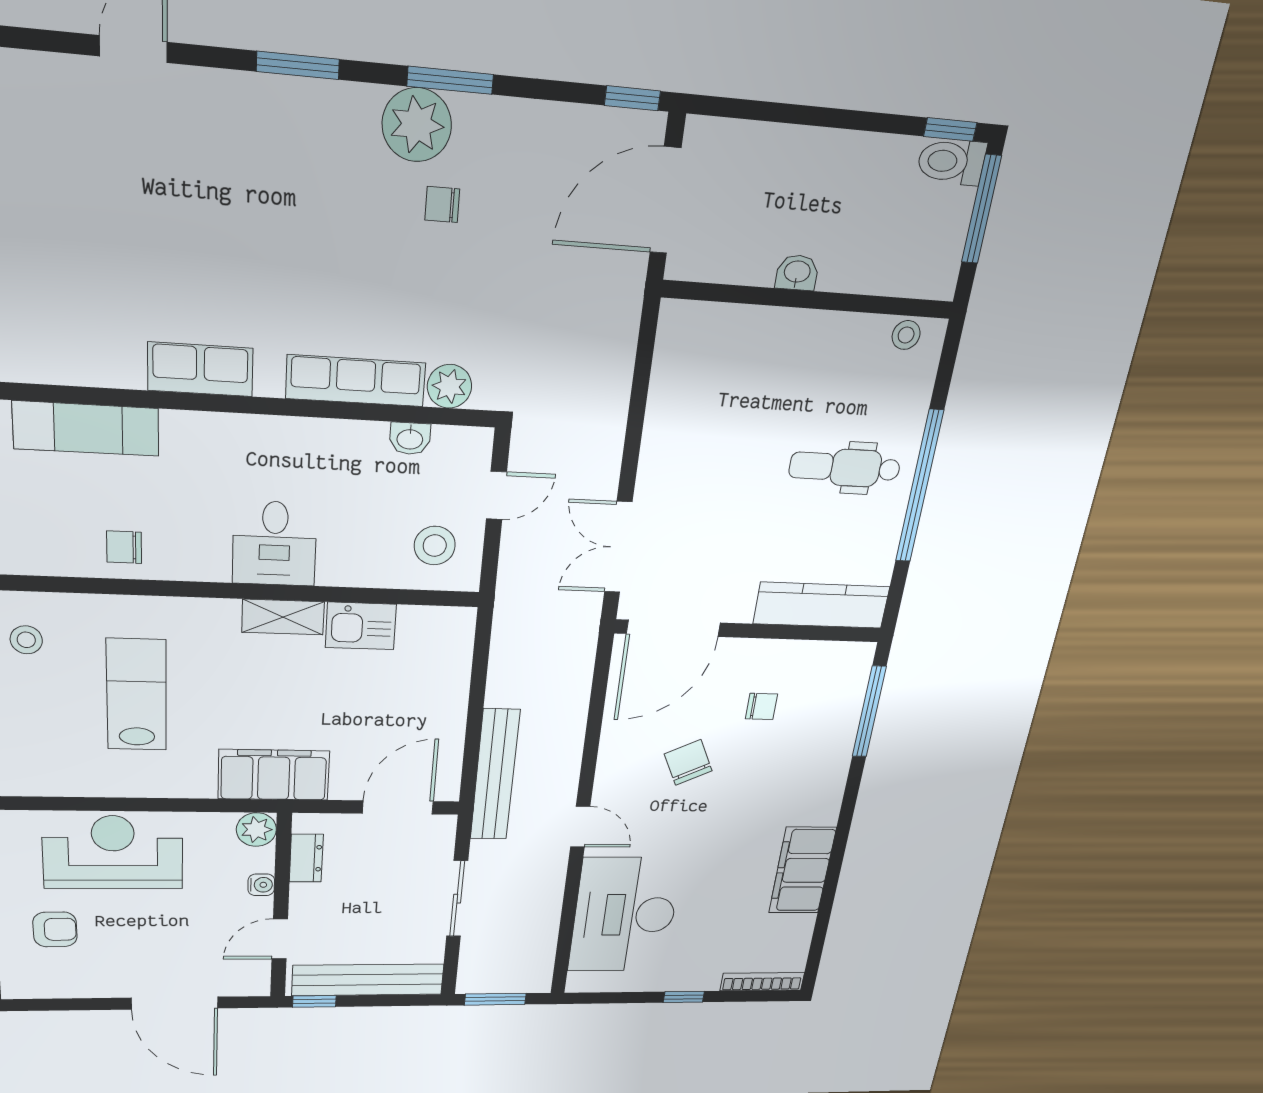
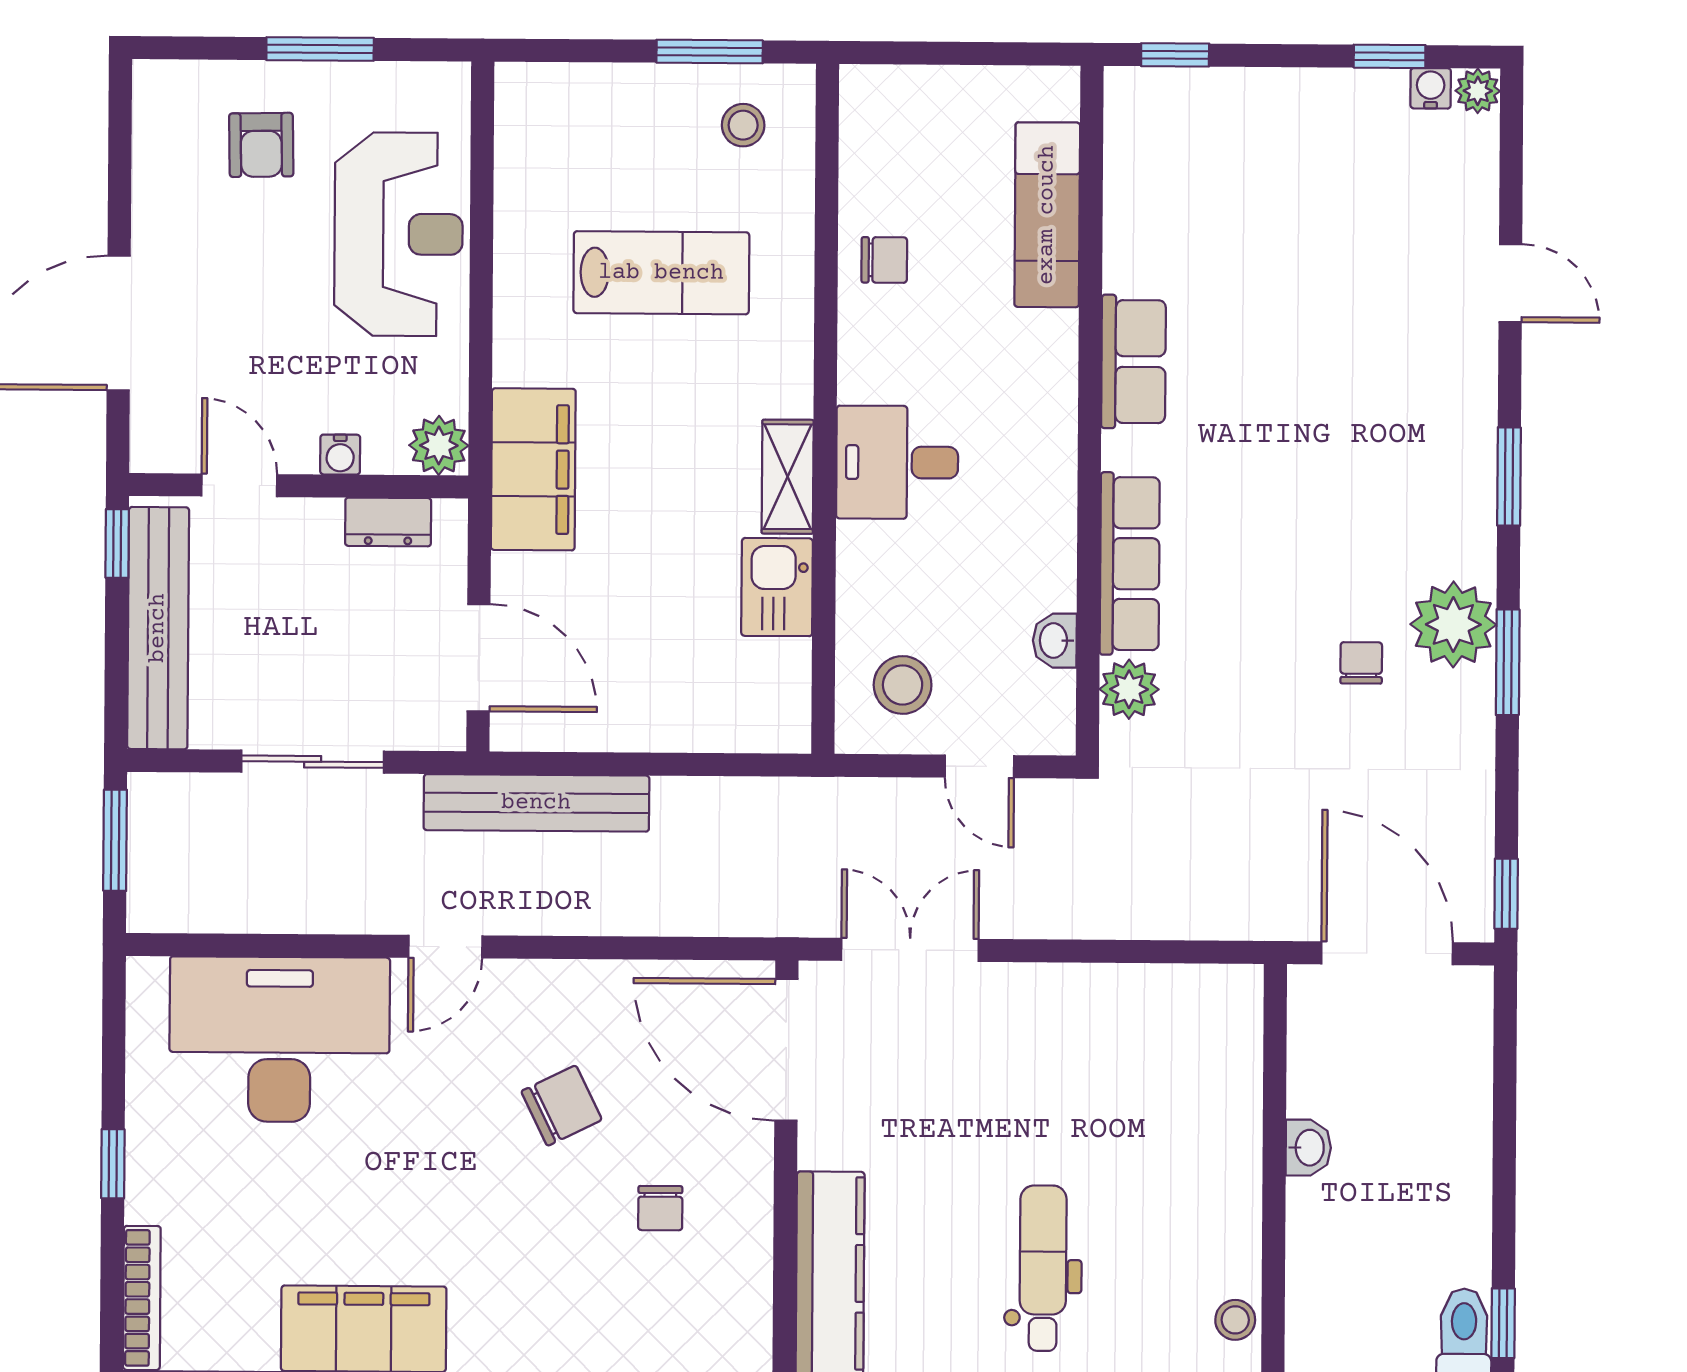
chair: (124, 547) -> (884, 260), turned 90

